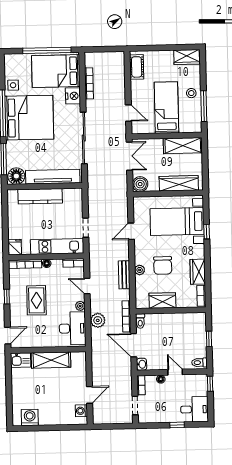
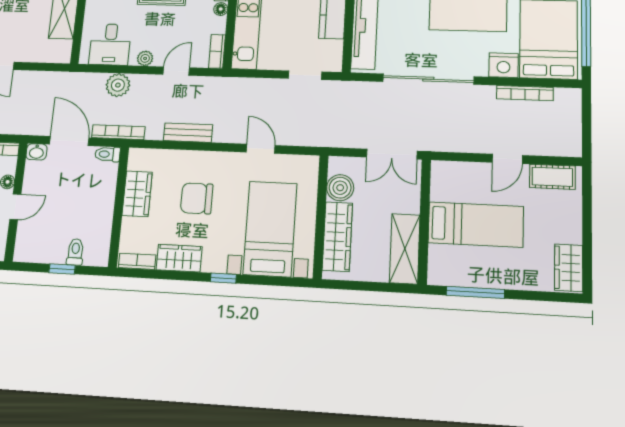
stool: (191, 93) -> (501, 271), removed
door: (128, 113) -> (507, 159), moved
boiler: (140, 184) -> (340, 188), moved
doorway: (86, 228) -> (305, 75), moved
window: (207, 232) -> (223, 278), moved
plant: (140, 270) -> (193, 159), removed
desk: (73, 328) -> (110, 44), width x0.73
door: (134, 345) -> (69, 141), hinge flipped
toilet: (199, 363) -> (75, 252), moved

